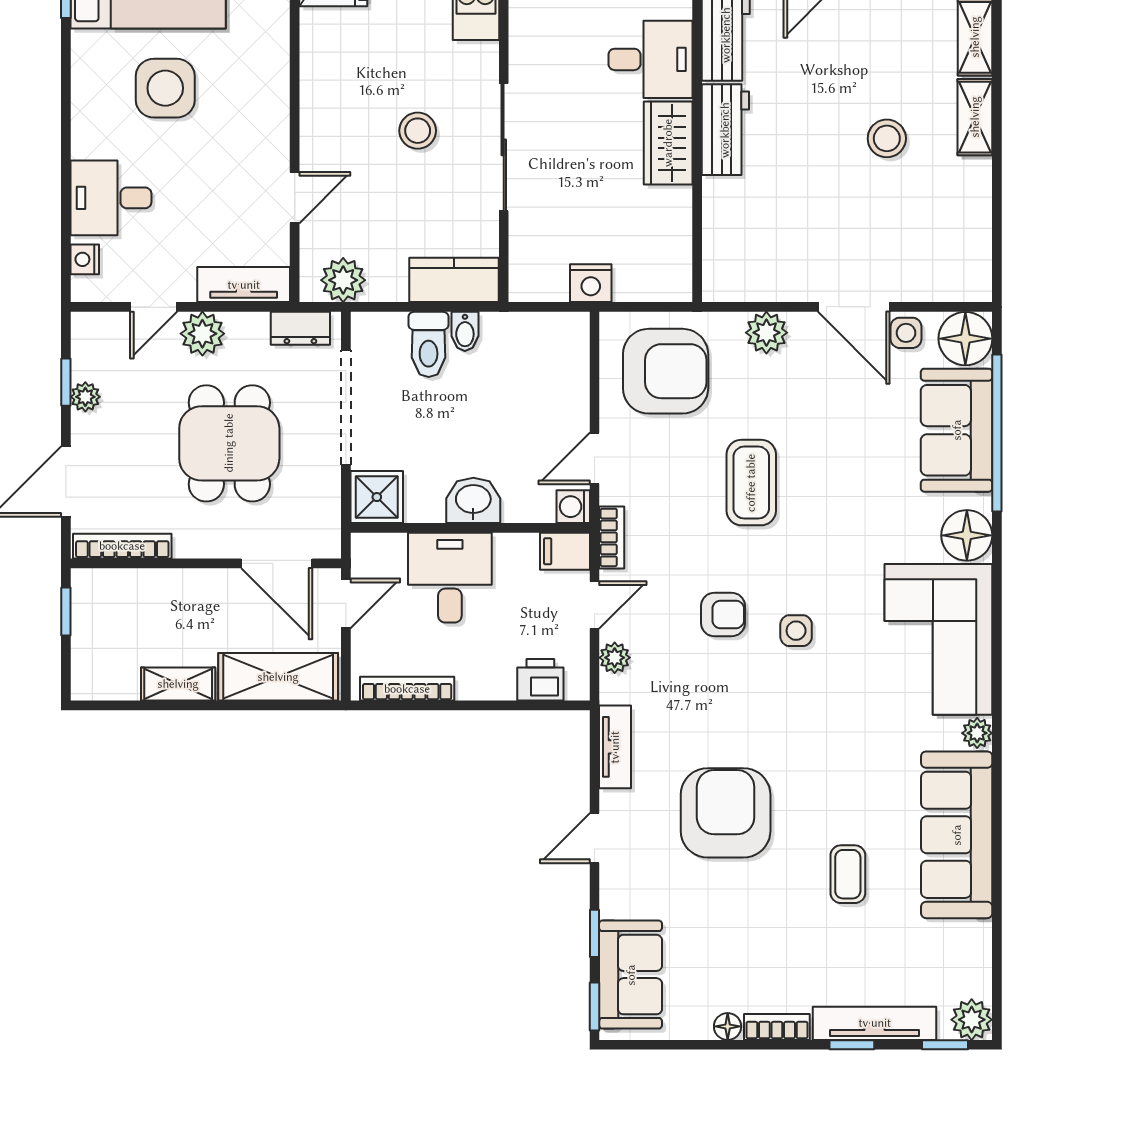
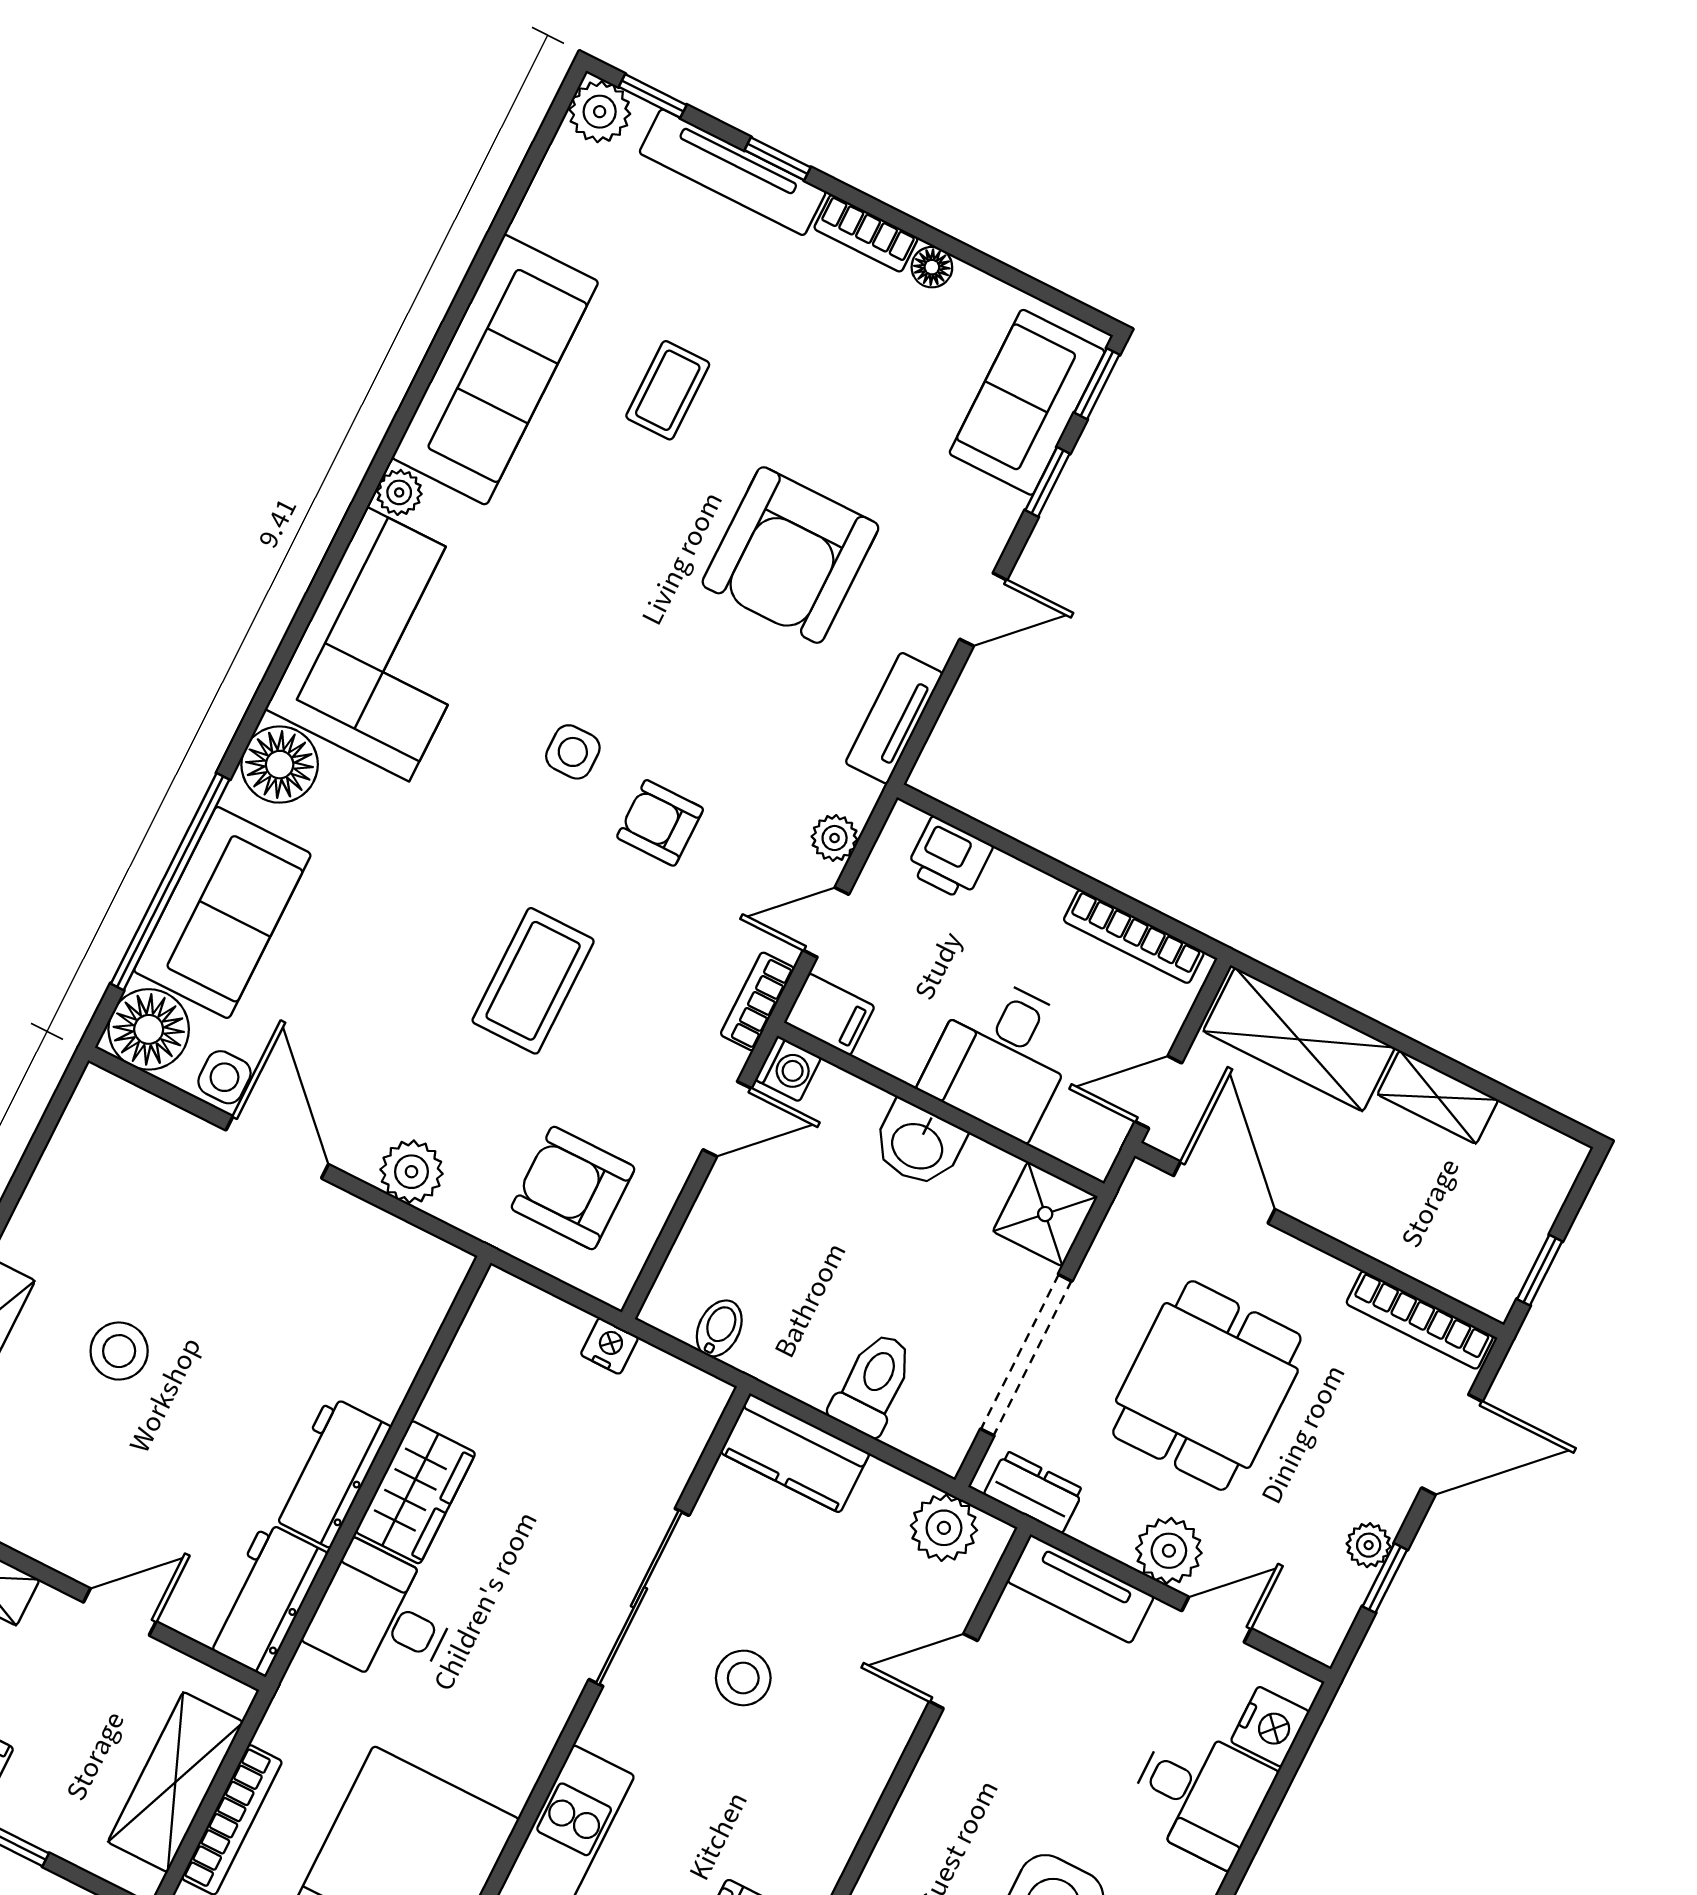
nightstand: (85, 259) -> (1270, 1727), width x1.39, depth x1.35
nightstand: (591, 283) -> (609, 1346), width x0.72, depth x0.74
bidet: (465, 331) -> (719, 1328), moved
armchair: (666, 371) -> (573, 1188), width x0.73, depth x0.73

